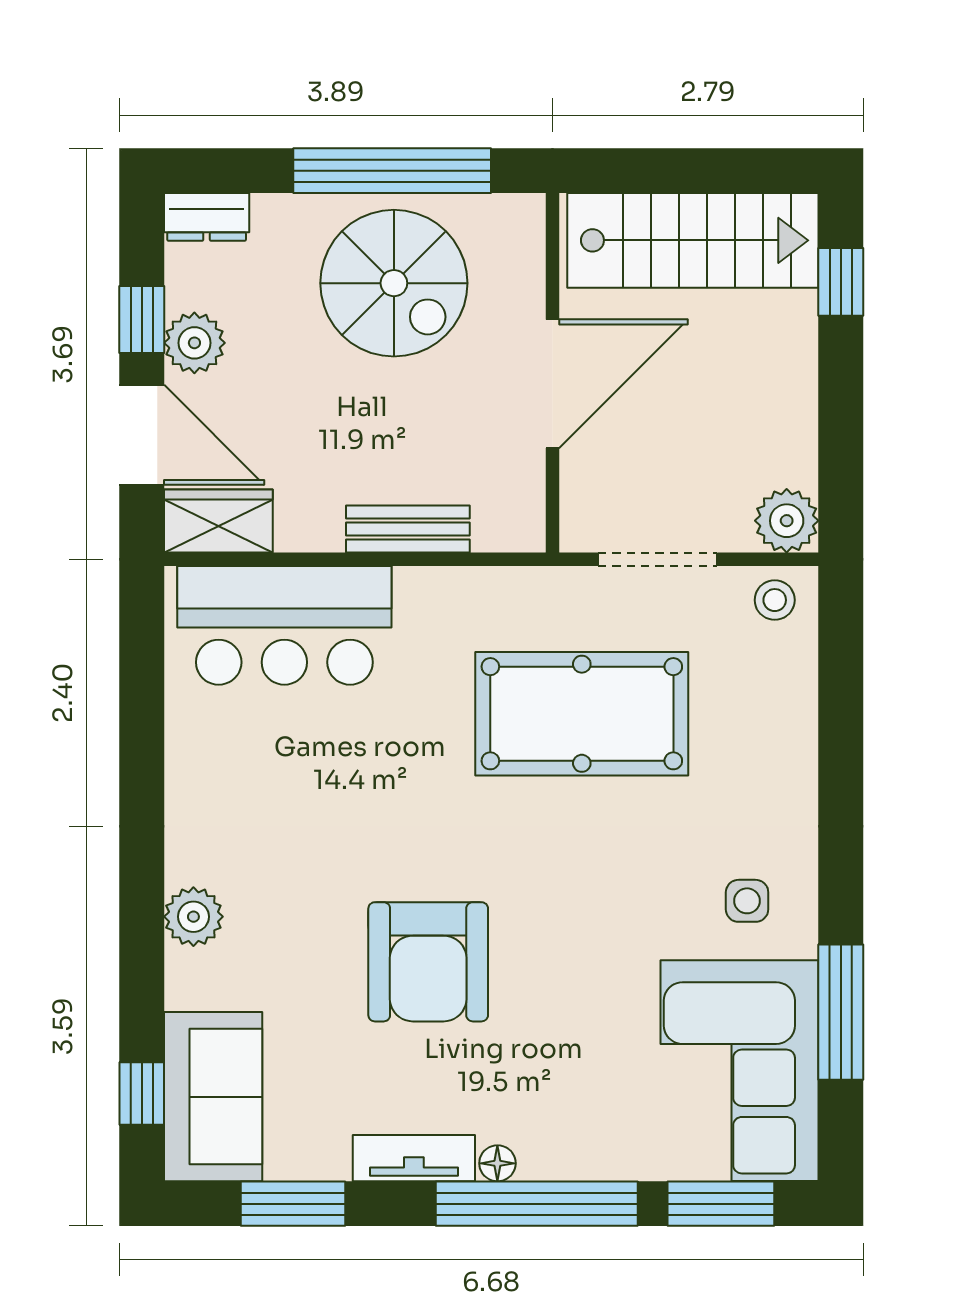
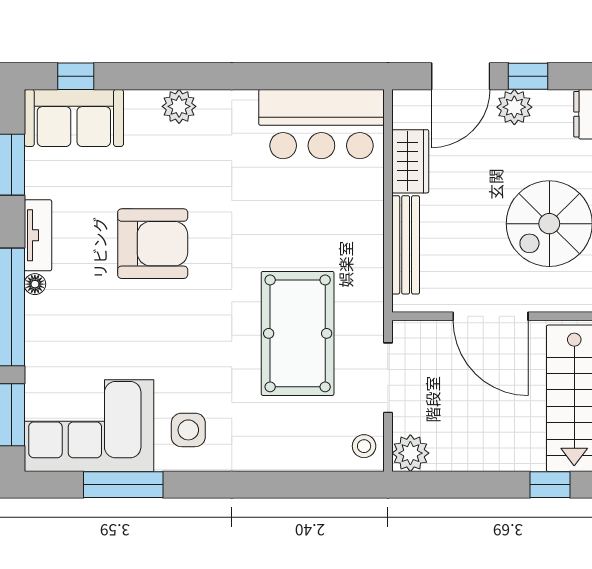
wardrobe: (218, 521) -> (410, 161), moved
bench: (408, 529) -> (406, 245), width x1.36
bar counter: (284, 625) -> (321, 124), moved, turned -90
side table: (747, 901) -> (188, 430), width x1.37, depth x1.37
armchair: (428, 962) -> (153, 244), turned 180

